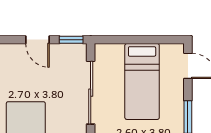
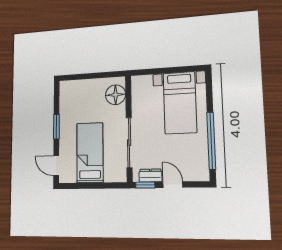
dresser: (65, 51) -> (150, 175), added

